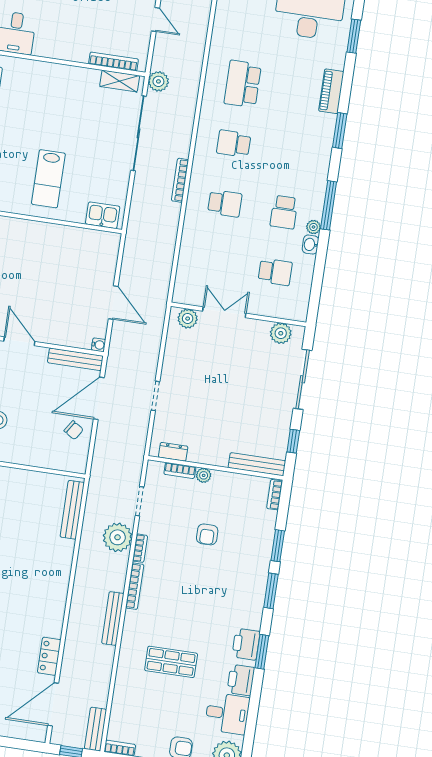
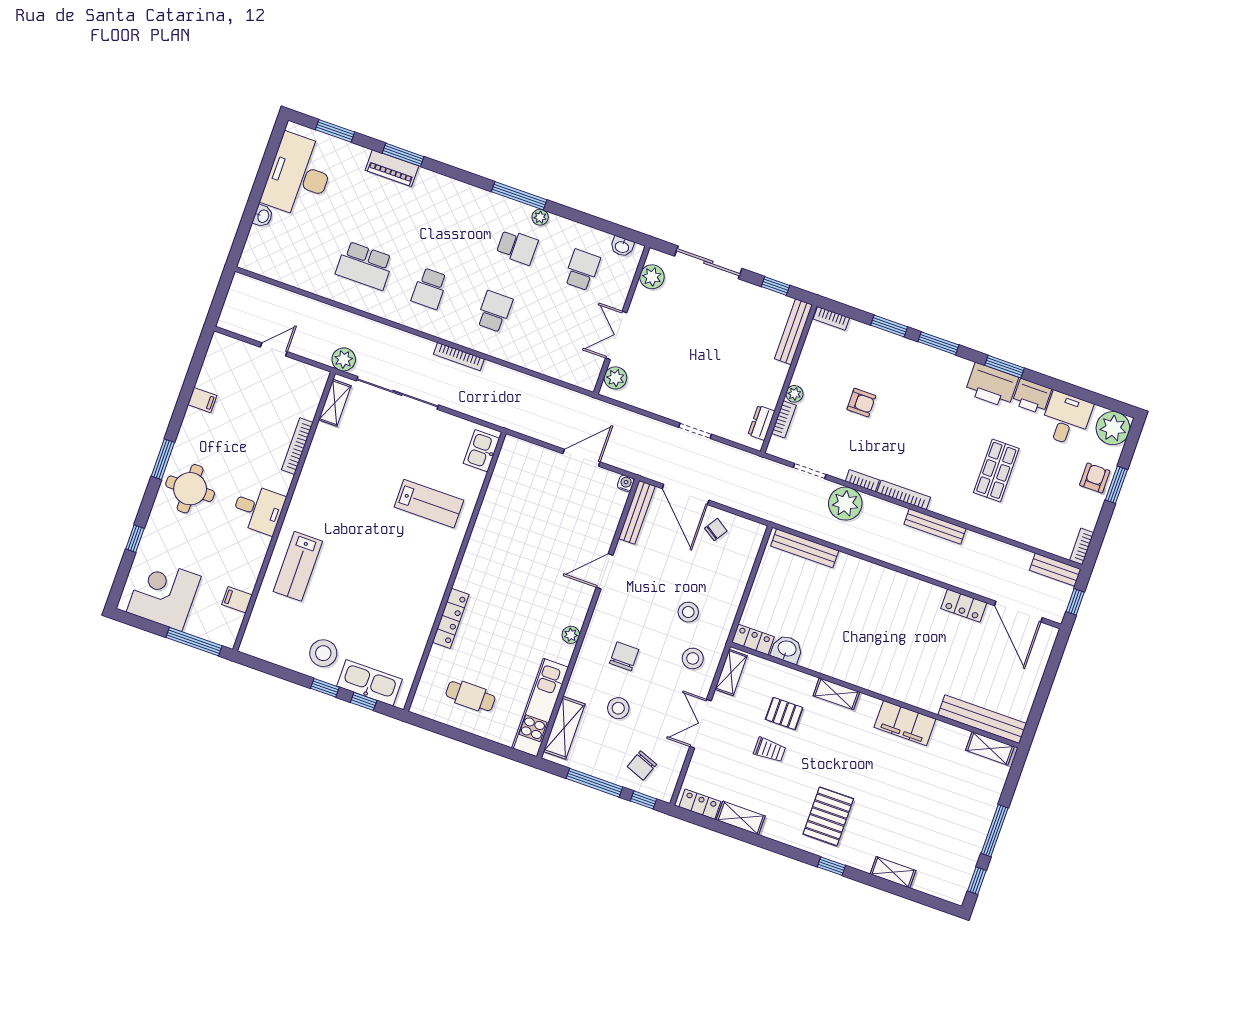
bookcase: (114, 61) -> (297, 446), moved
window: (340, 131) -> (403, 155), moved
washbasin: (310, 245) -> (622, 247), moved
printer: (246, 644) -> (992, 385), width x1.37, depth x1.19

